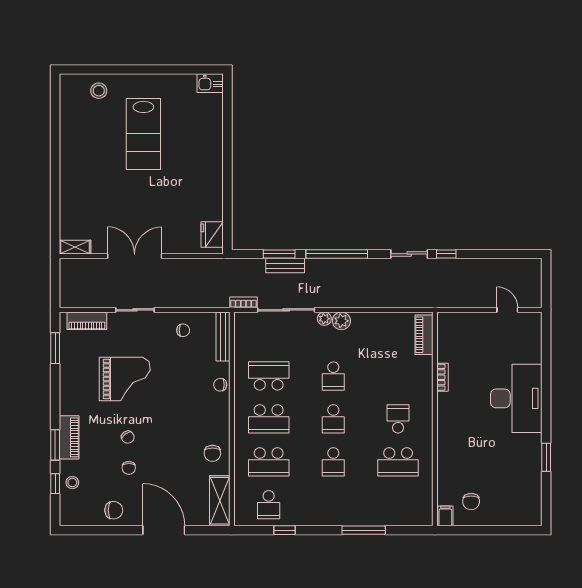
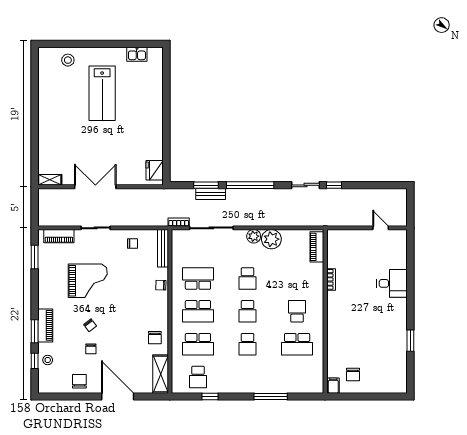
kitchen sink: (210, 83) -> (137, 54), moved
plant: (324, 319) -> (271, 239), moved, width x1.87, depth x1.87
desk: (516, 398) -> (392, 283), width x0.53, depth x0.77
chair: (114, 510) -> (79, 381), turned -90

